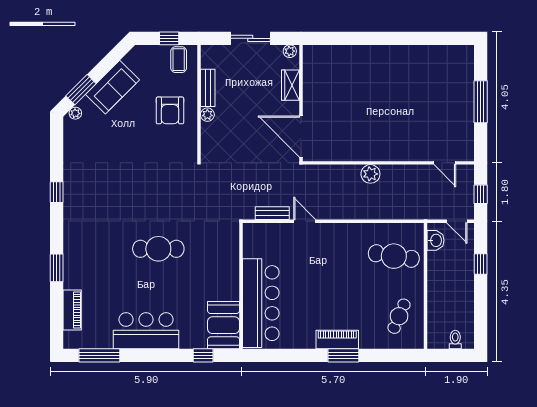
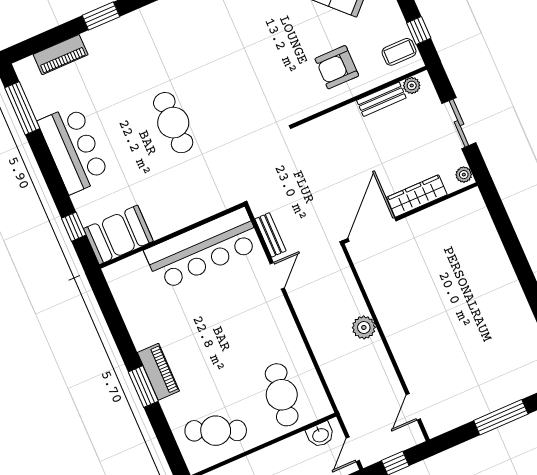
wardrobe: (291, 85) -> (417, 196), width x1.50
plant: (207, 115) -> (412, 85), moved
bar counter: (261, 303) -> (203, 249), moved
cafe table: (399, 316) -> (216, 431), width x1.37, depth x1.35

